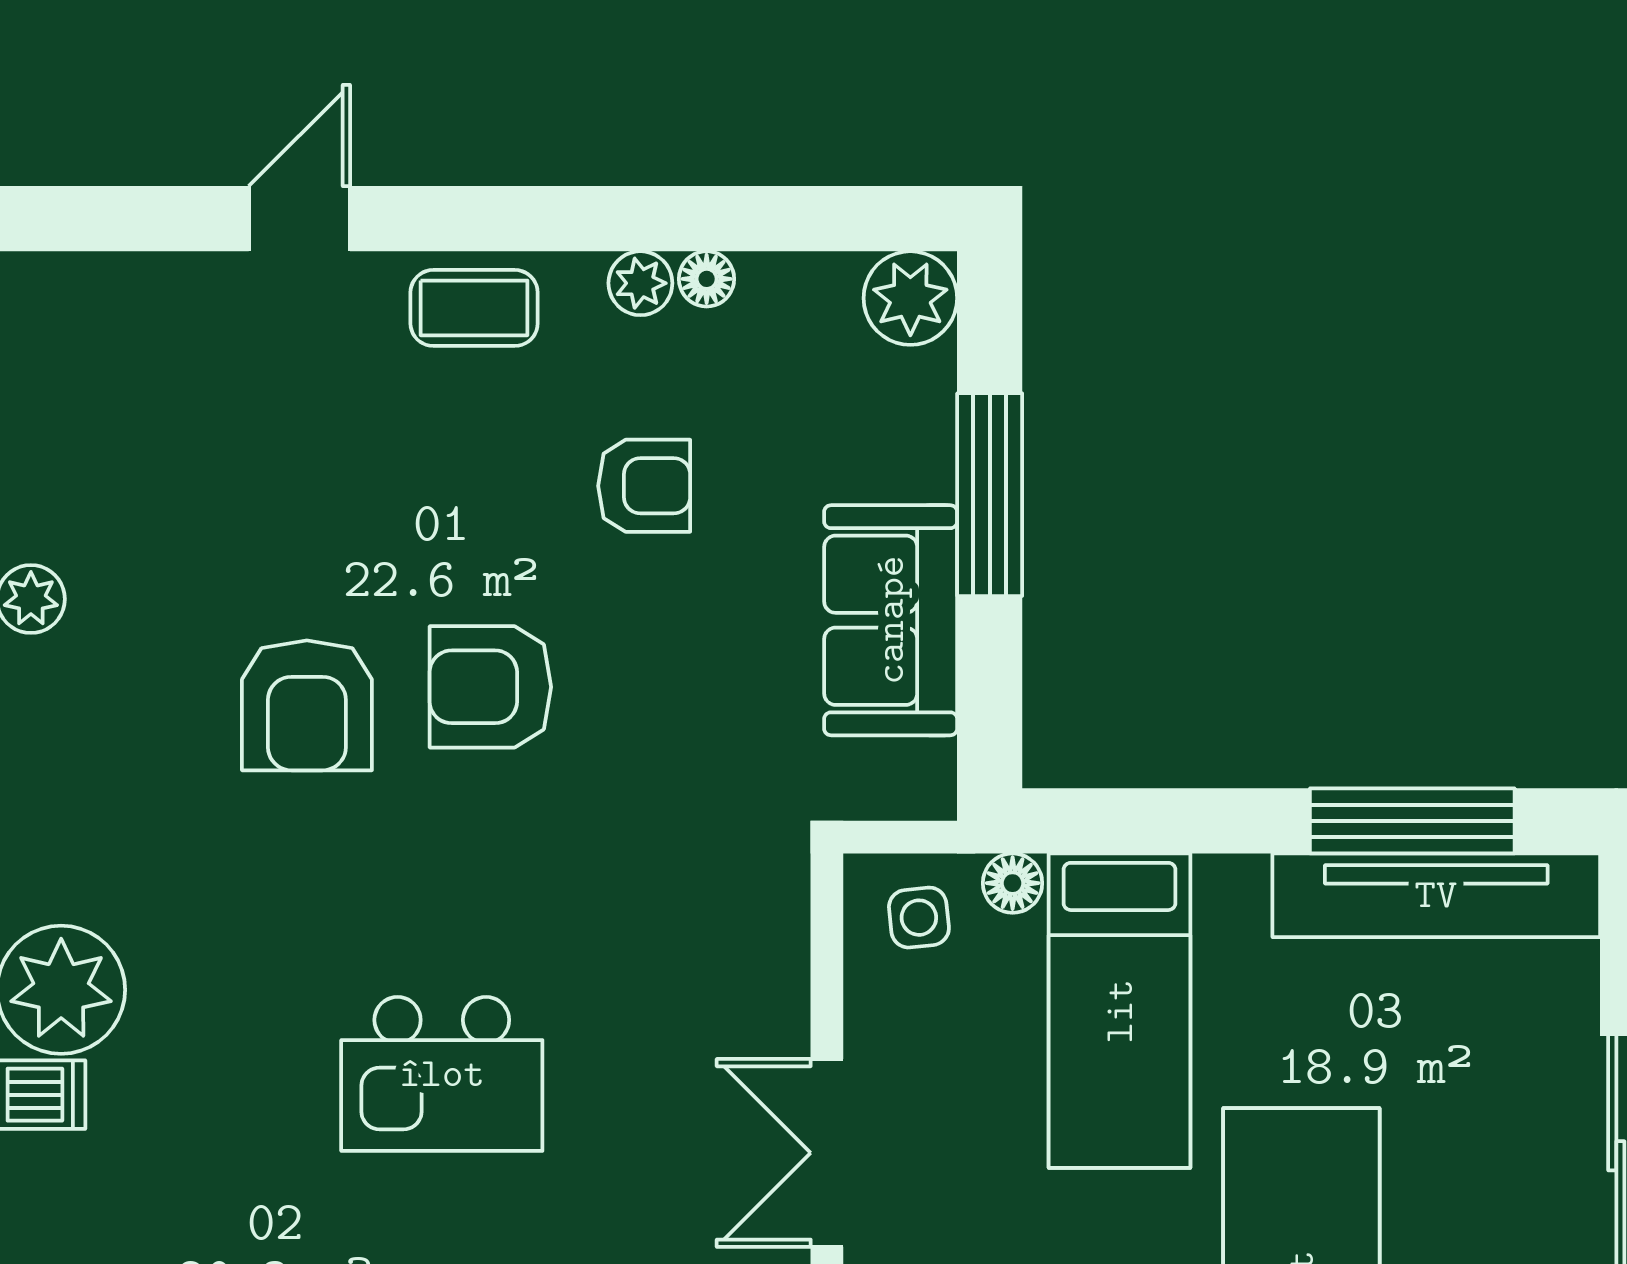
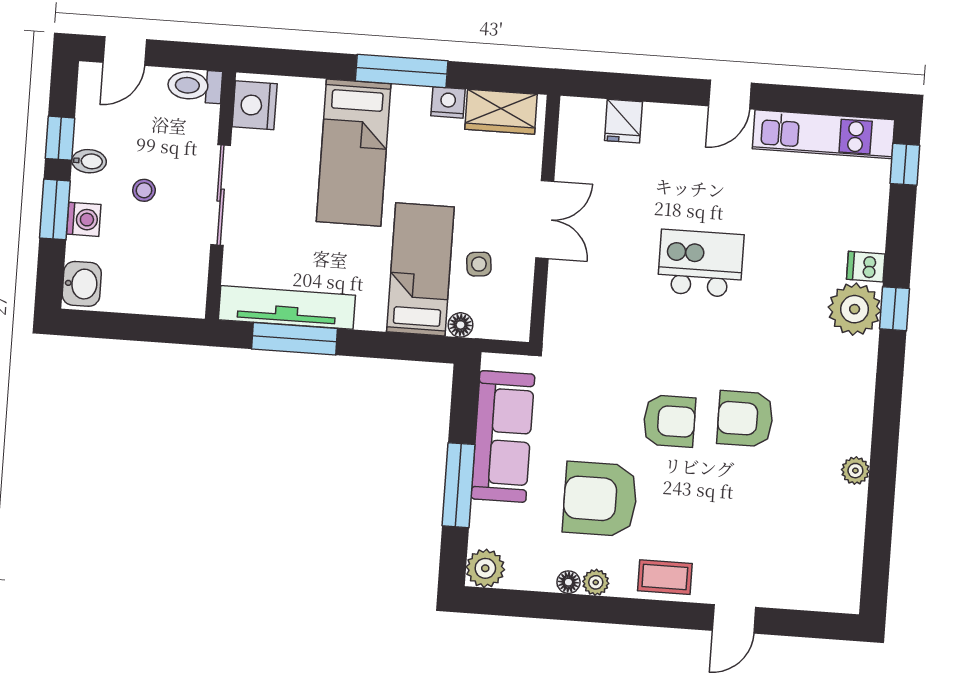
armchair: (644, 486) -> (600, 499), width x1.88, depth x1.88
sofa: (891, 620) -> (503, 437), width x1.36
armchair: (307, 705) -> (745, 419), turned -90
side table: (919, 918) -> (479, 264), moved

